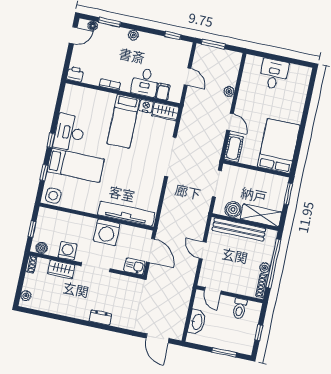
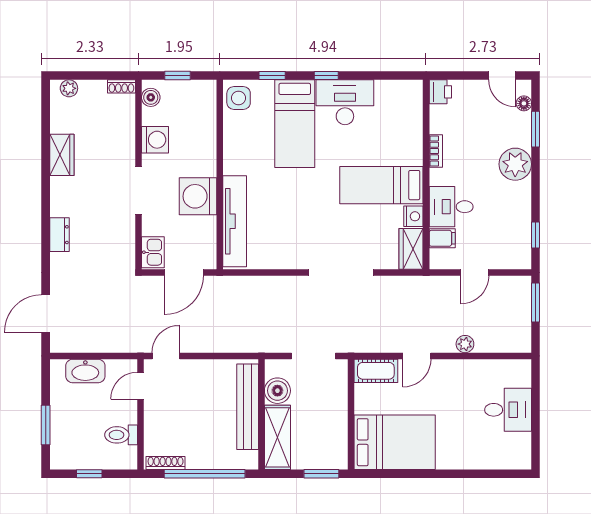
plant: (133, 35) -> (515, 164), width x1.88, depth x1.88
door: (203, 250) -> (166, 356), moved
plant: (265, 268) -> (195, 461), removed
wardrobe: (61, 269) -> (62, 155), moved, turned 180
dresser: (100, 318) -> (59, 235), moved

